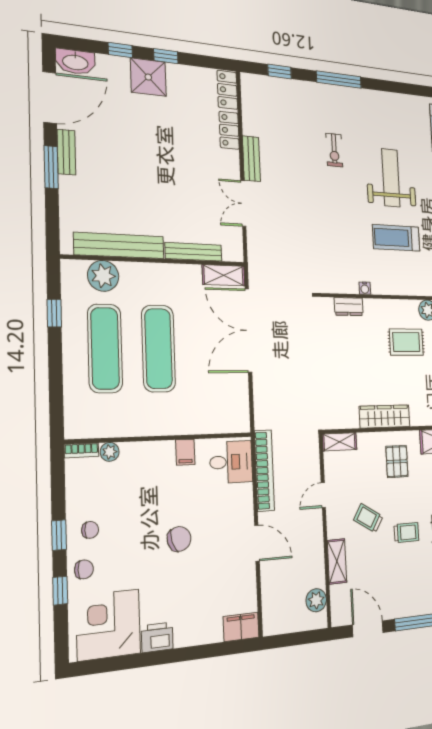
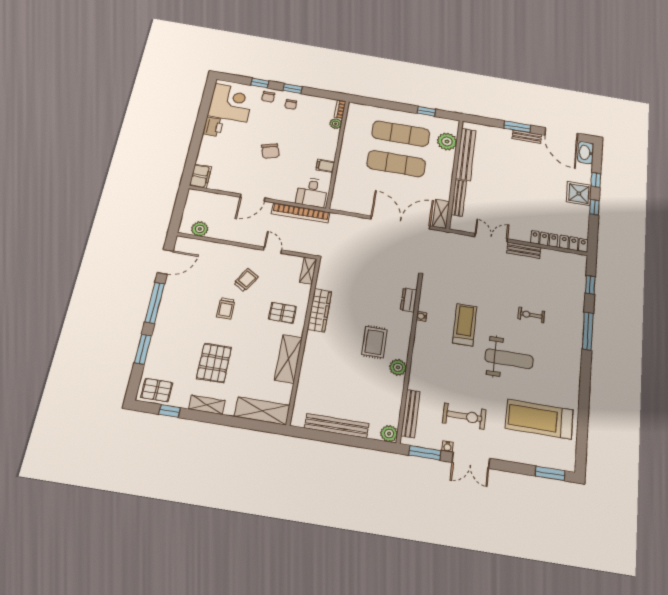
treadmill: (396, 238) -> (465, 325), moved
shelving: (337, 561) -> (222, 250), removed

